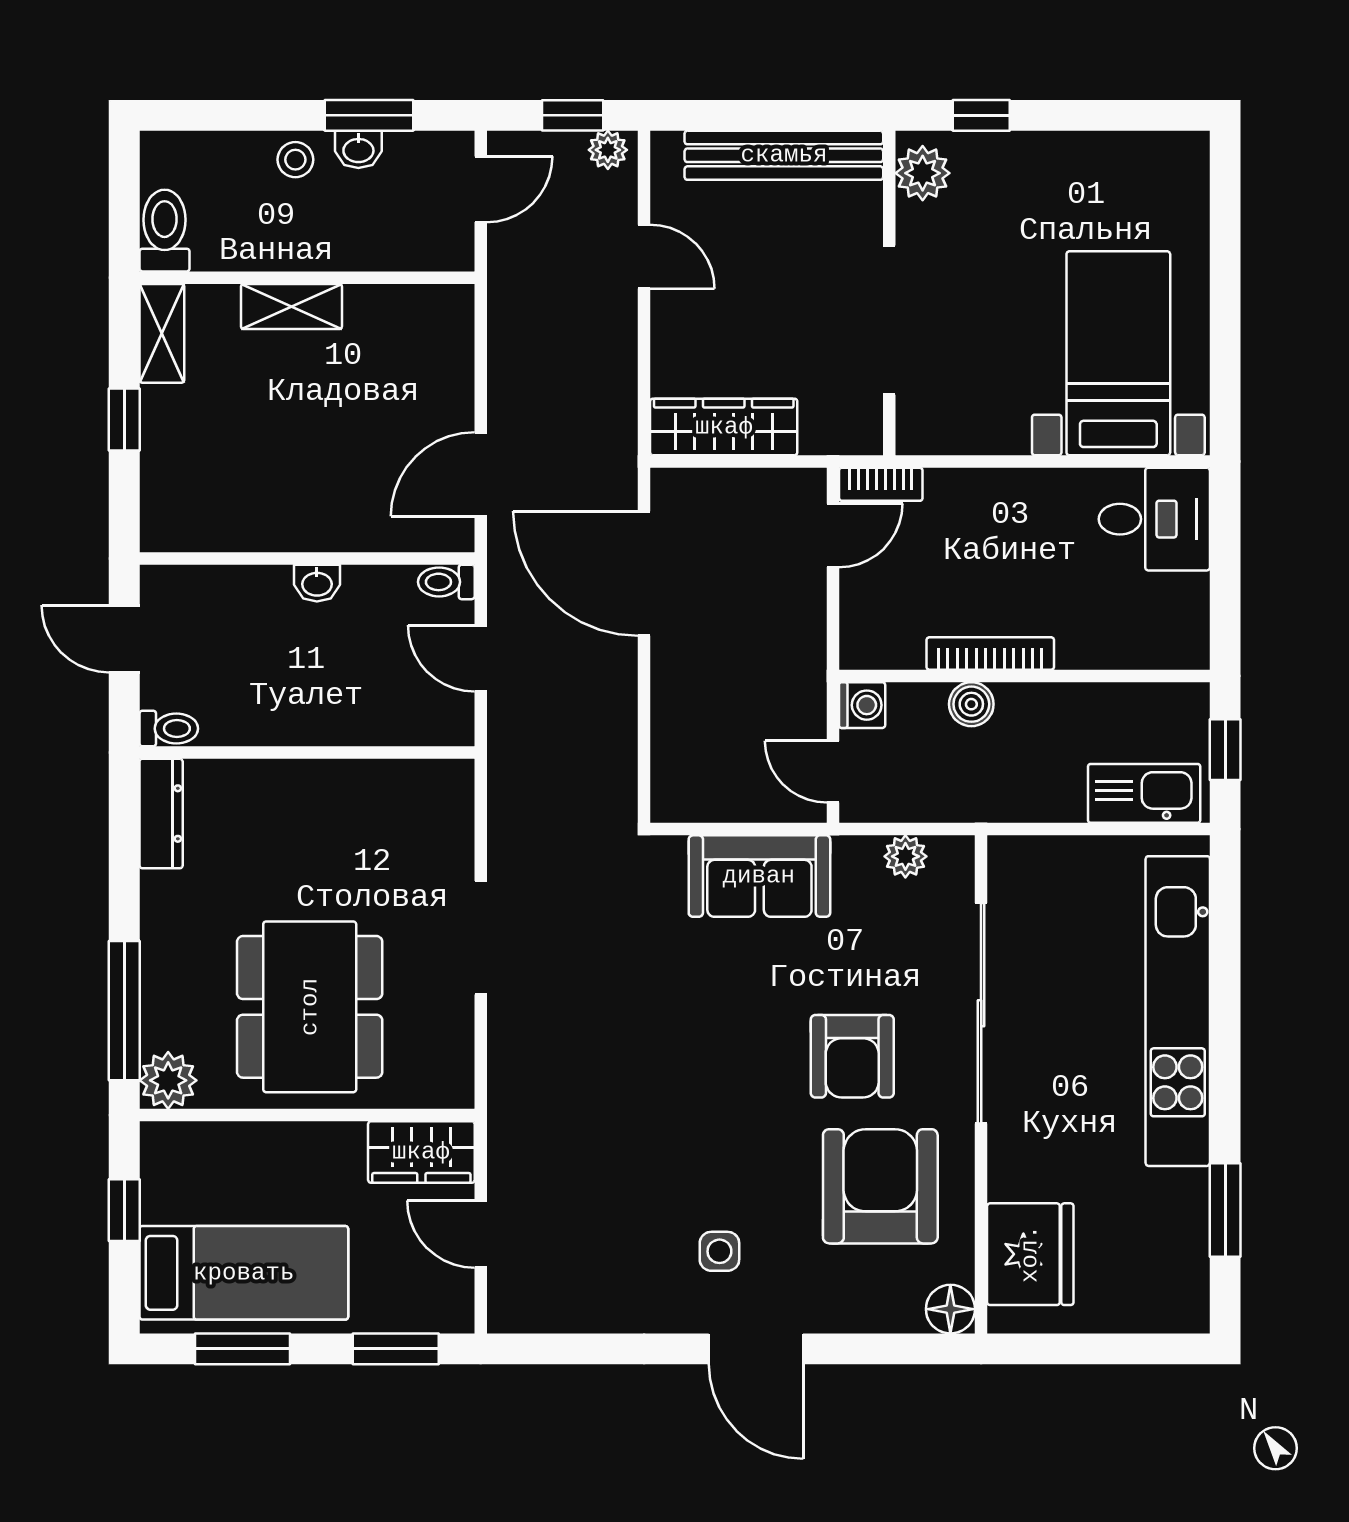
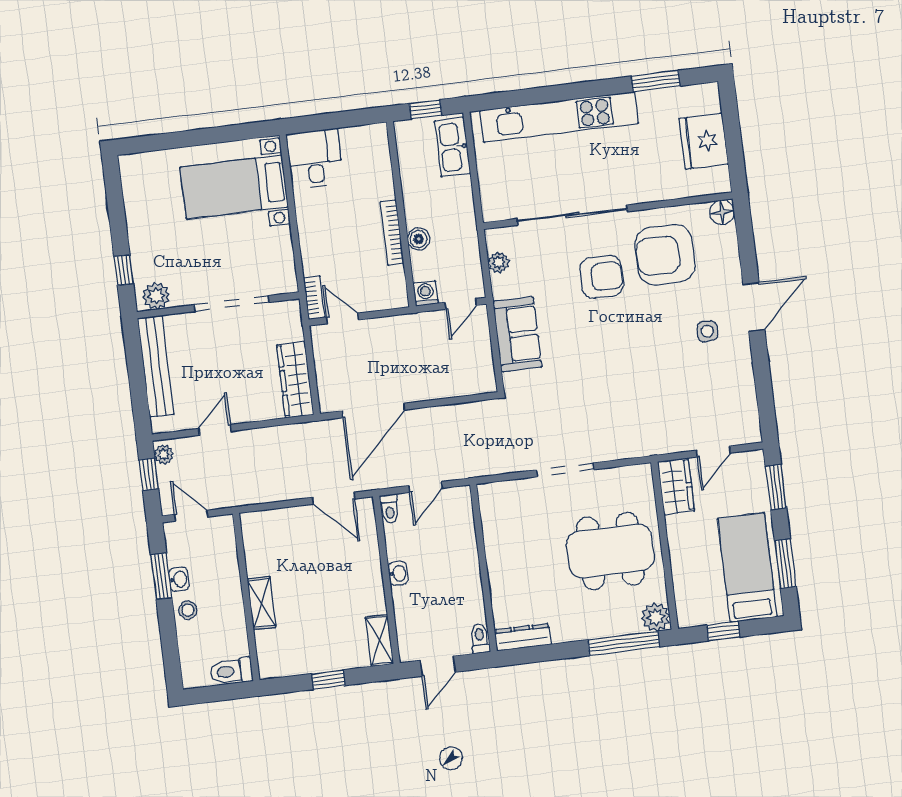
shelving: (162, 333) -> (379, 640), moved, turned 90
fridge: (1030, 1254) -> (704, 141), moved, turned -90

